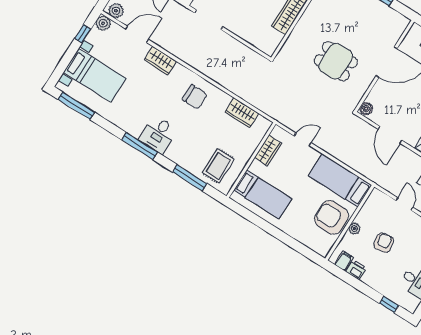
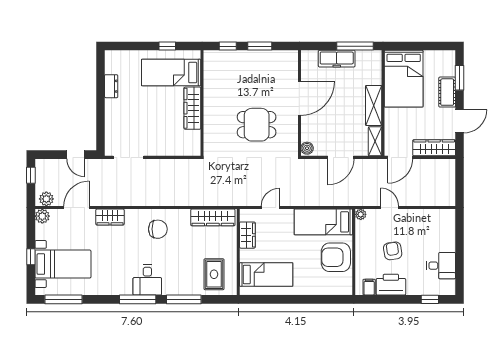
window: (83, 34) -> (31, 257), moved
wardrobe: (242, 113) -> (213, 217), width x1.50
door: (390, 135) -> (341, 157), hinge flipped
window: (190, 178) -> (184, 299), moved
plant: (354, 228) -> (361, 214), moved
printer: (356, 270) -> (391, 285), width x1.87, depth x1.48

